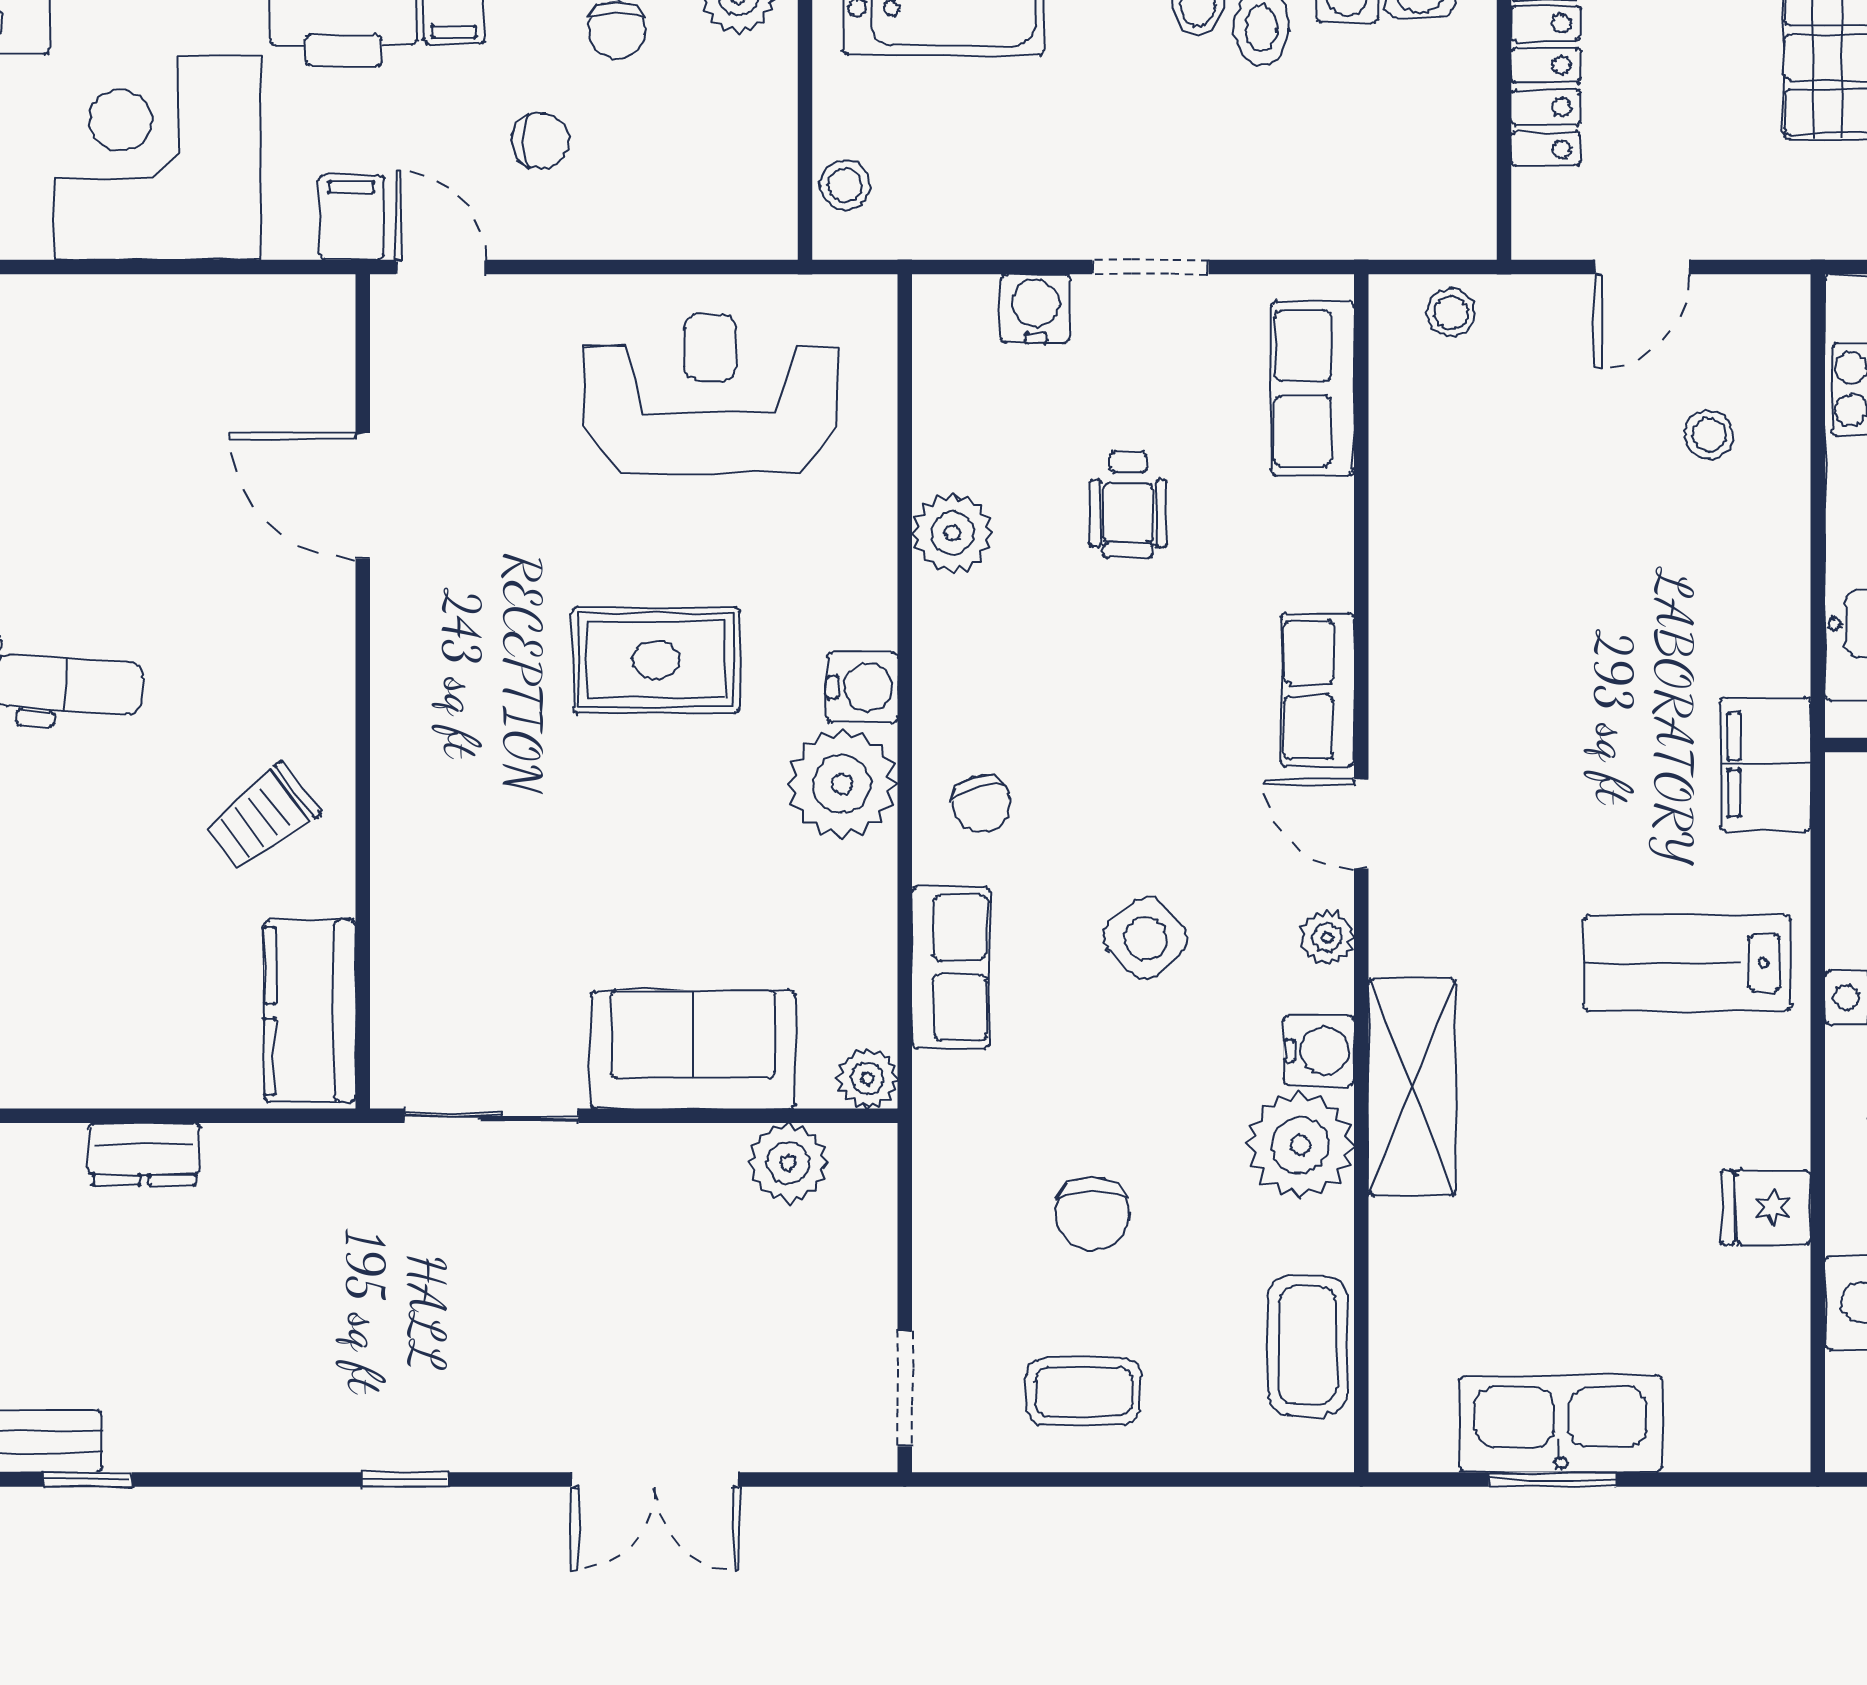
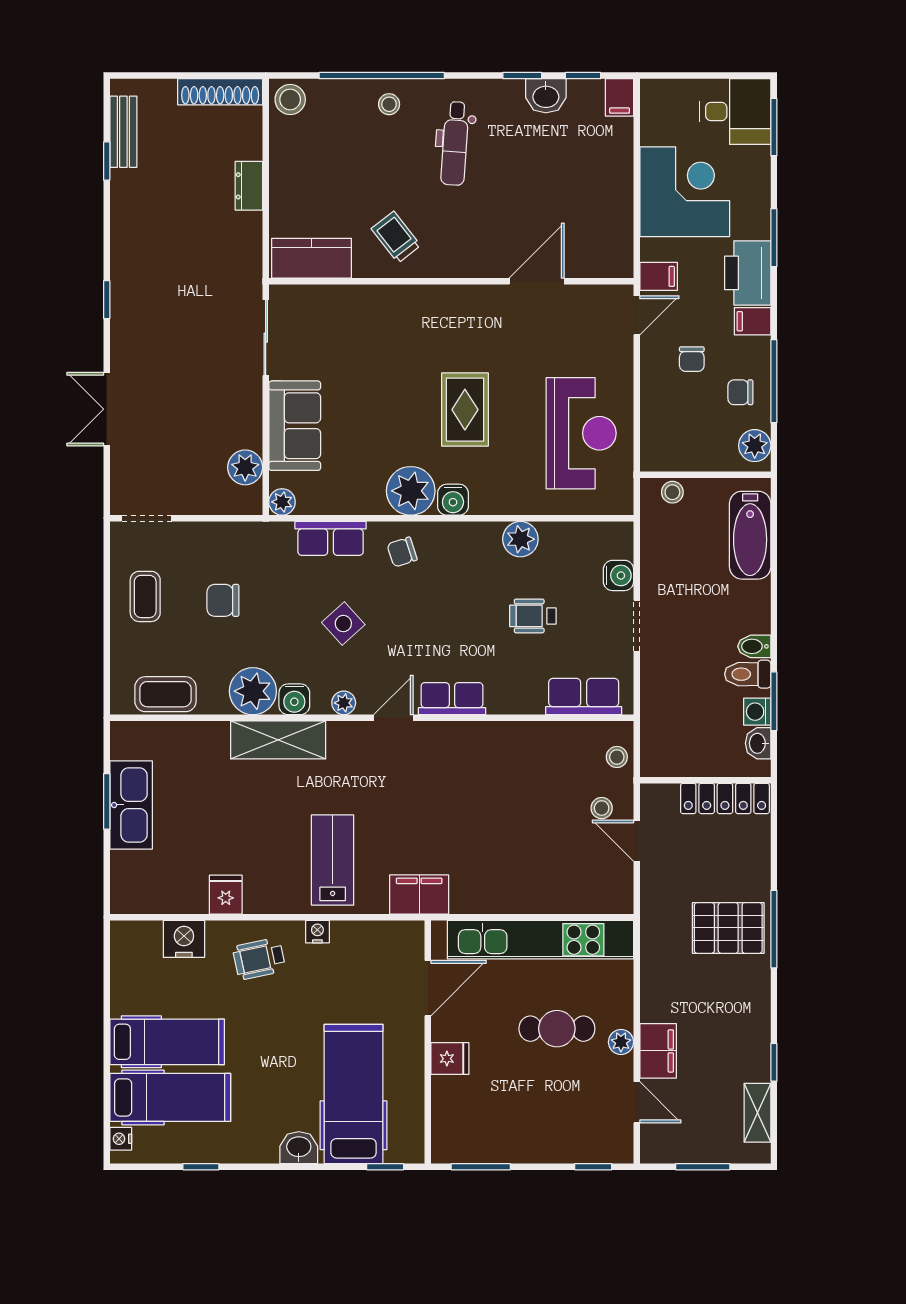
stool: (1709, 435) -> (602, 808), moved

